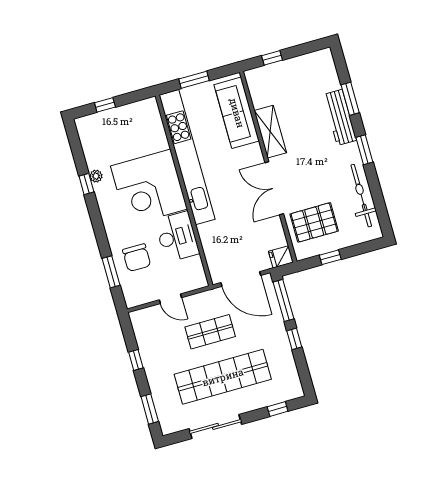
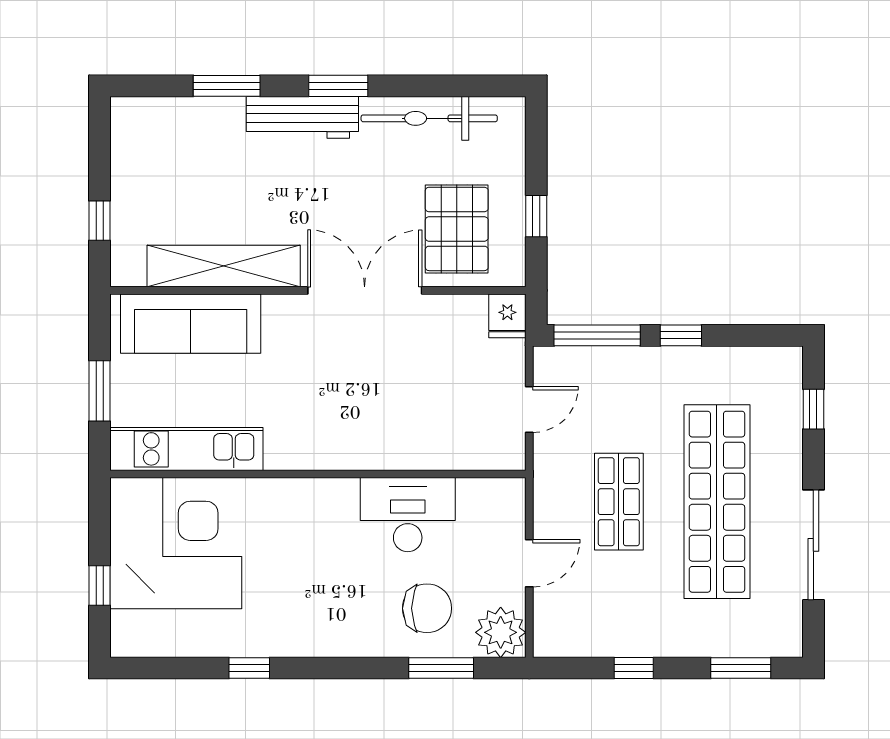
workbench: (340, 117) -> (302, 117), moved
shelving: (270, 132) -> (224, 266), width x1.47
kitchen unit: (187, 157) -> (186, 449), width x0.54
plant: (96, 176) -> (501, 632), moved, width x1.87, depth x1.87
corner desk: (149, 187) -> (176, 543), moved, turned -90
double door: (274, 188) -> (365, 290), swing flipped
door: (241, 279) -> (529, 410), width x0.53

